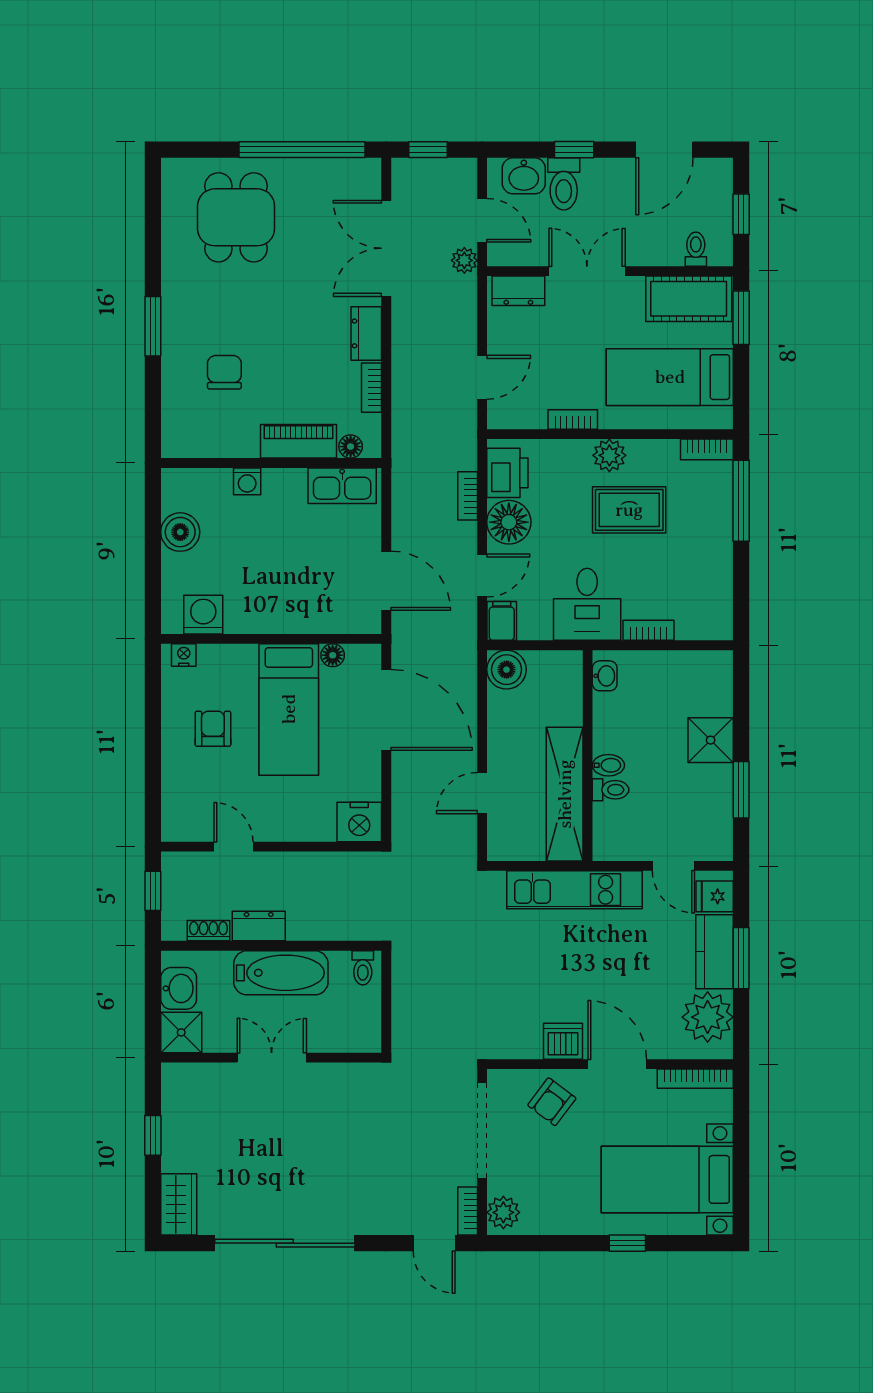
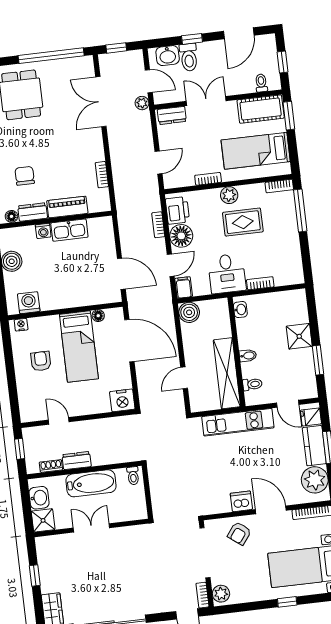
dresser: (366, 333) -> (33, 212), moved, turned 90
floor lamp: (351, 447) -> (11, 216), moved
kitchen sink: (342, 486) -> (69, 230), moved
toilet: (611, 790) -> (252, 384), moved

